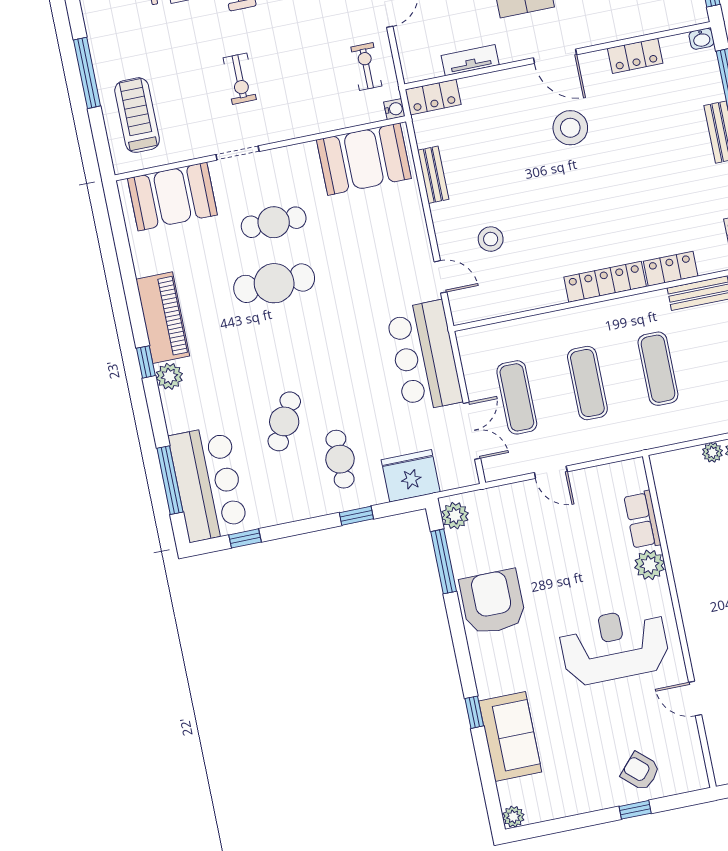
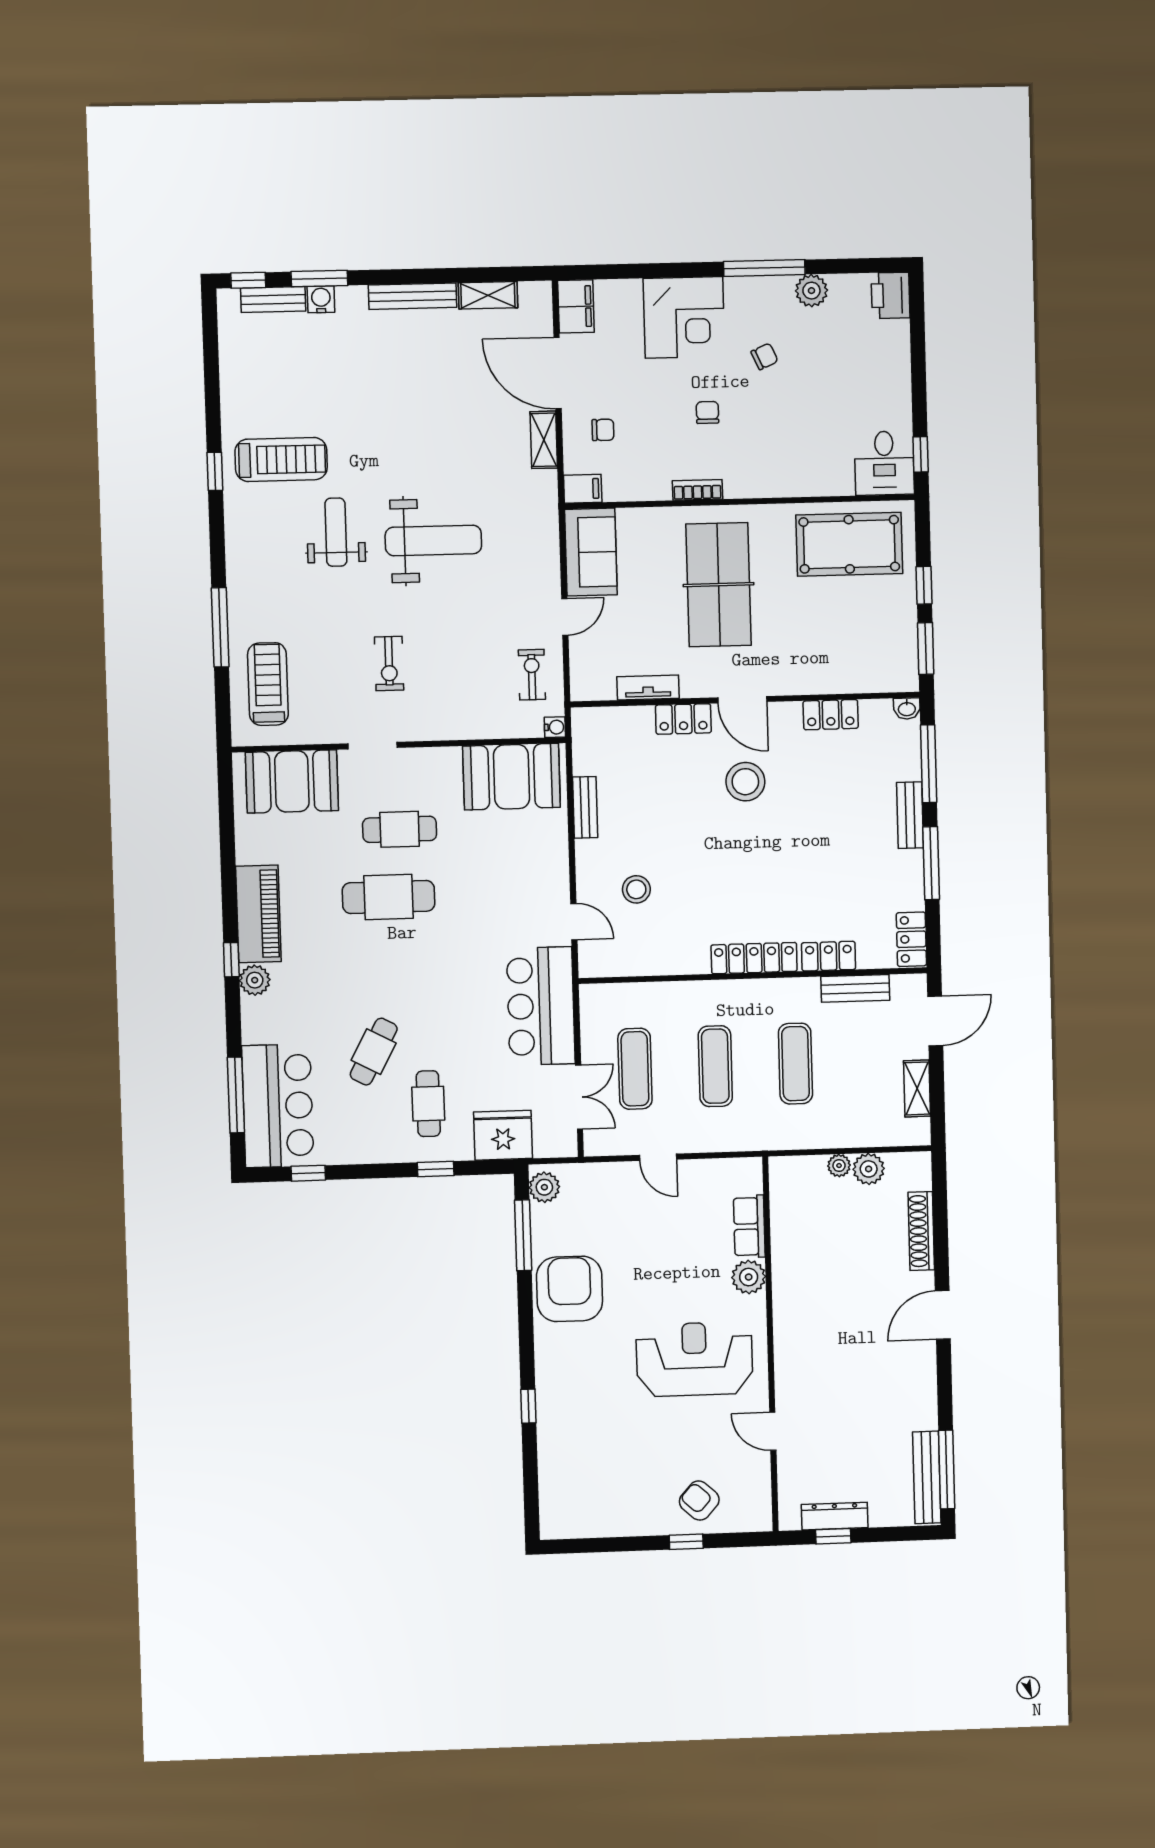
locker: (433, 97) -> (683, 719), moved
sofa: (510, 736) -> (563, 1439), removed
plant: (513, 817) -> (552, 1527), removed

